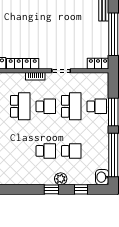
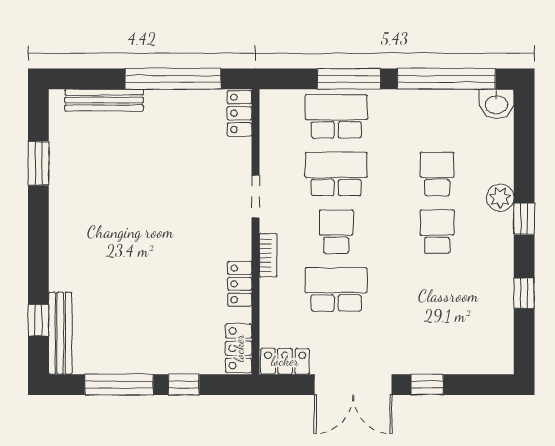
locker: (23, 64) -> (240, 284), width x0.66
school desk: (97, 106) -> (336, 116), width x1.85
window: (81, 189) -> (524, 293), moved

